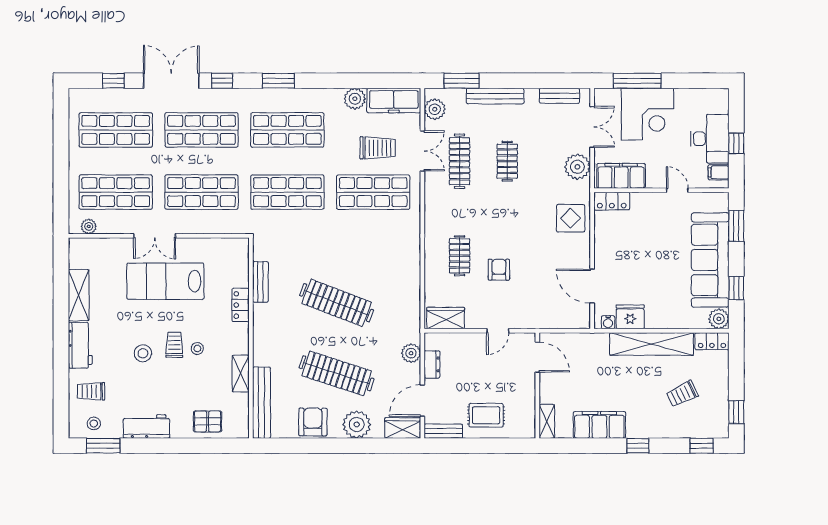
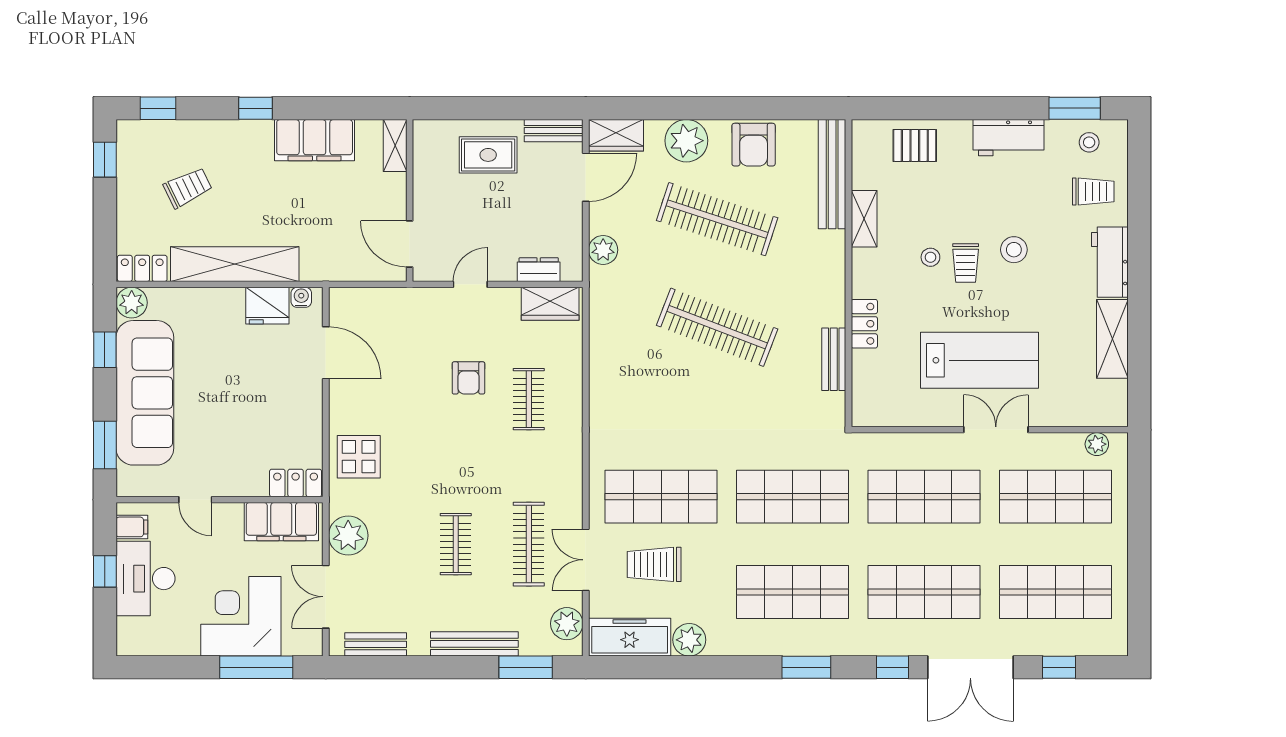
dresser: (432, 364) -> (539, 270), moved, turned 90

